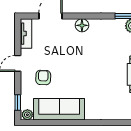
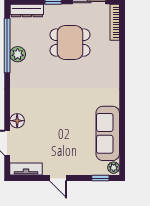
floor lamp: (82, 25) -> (17, 121), moved
armchair: (43, 78) -> (73, 151), removed

